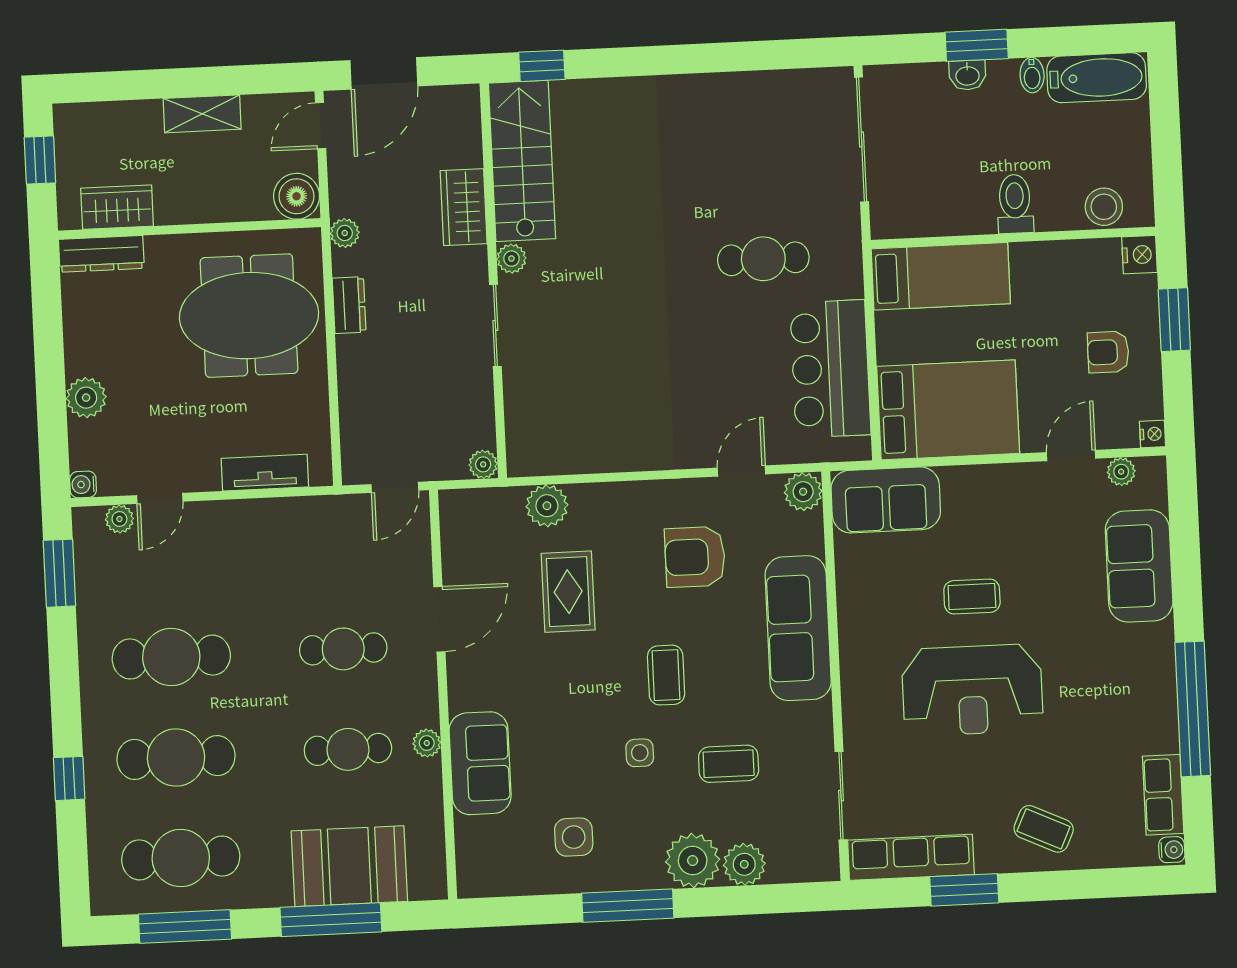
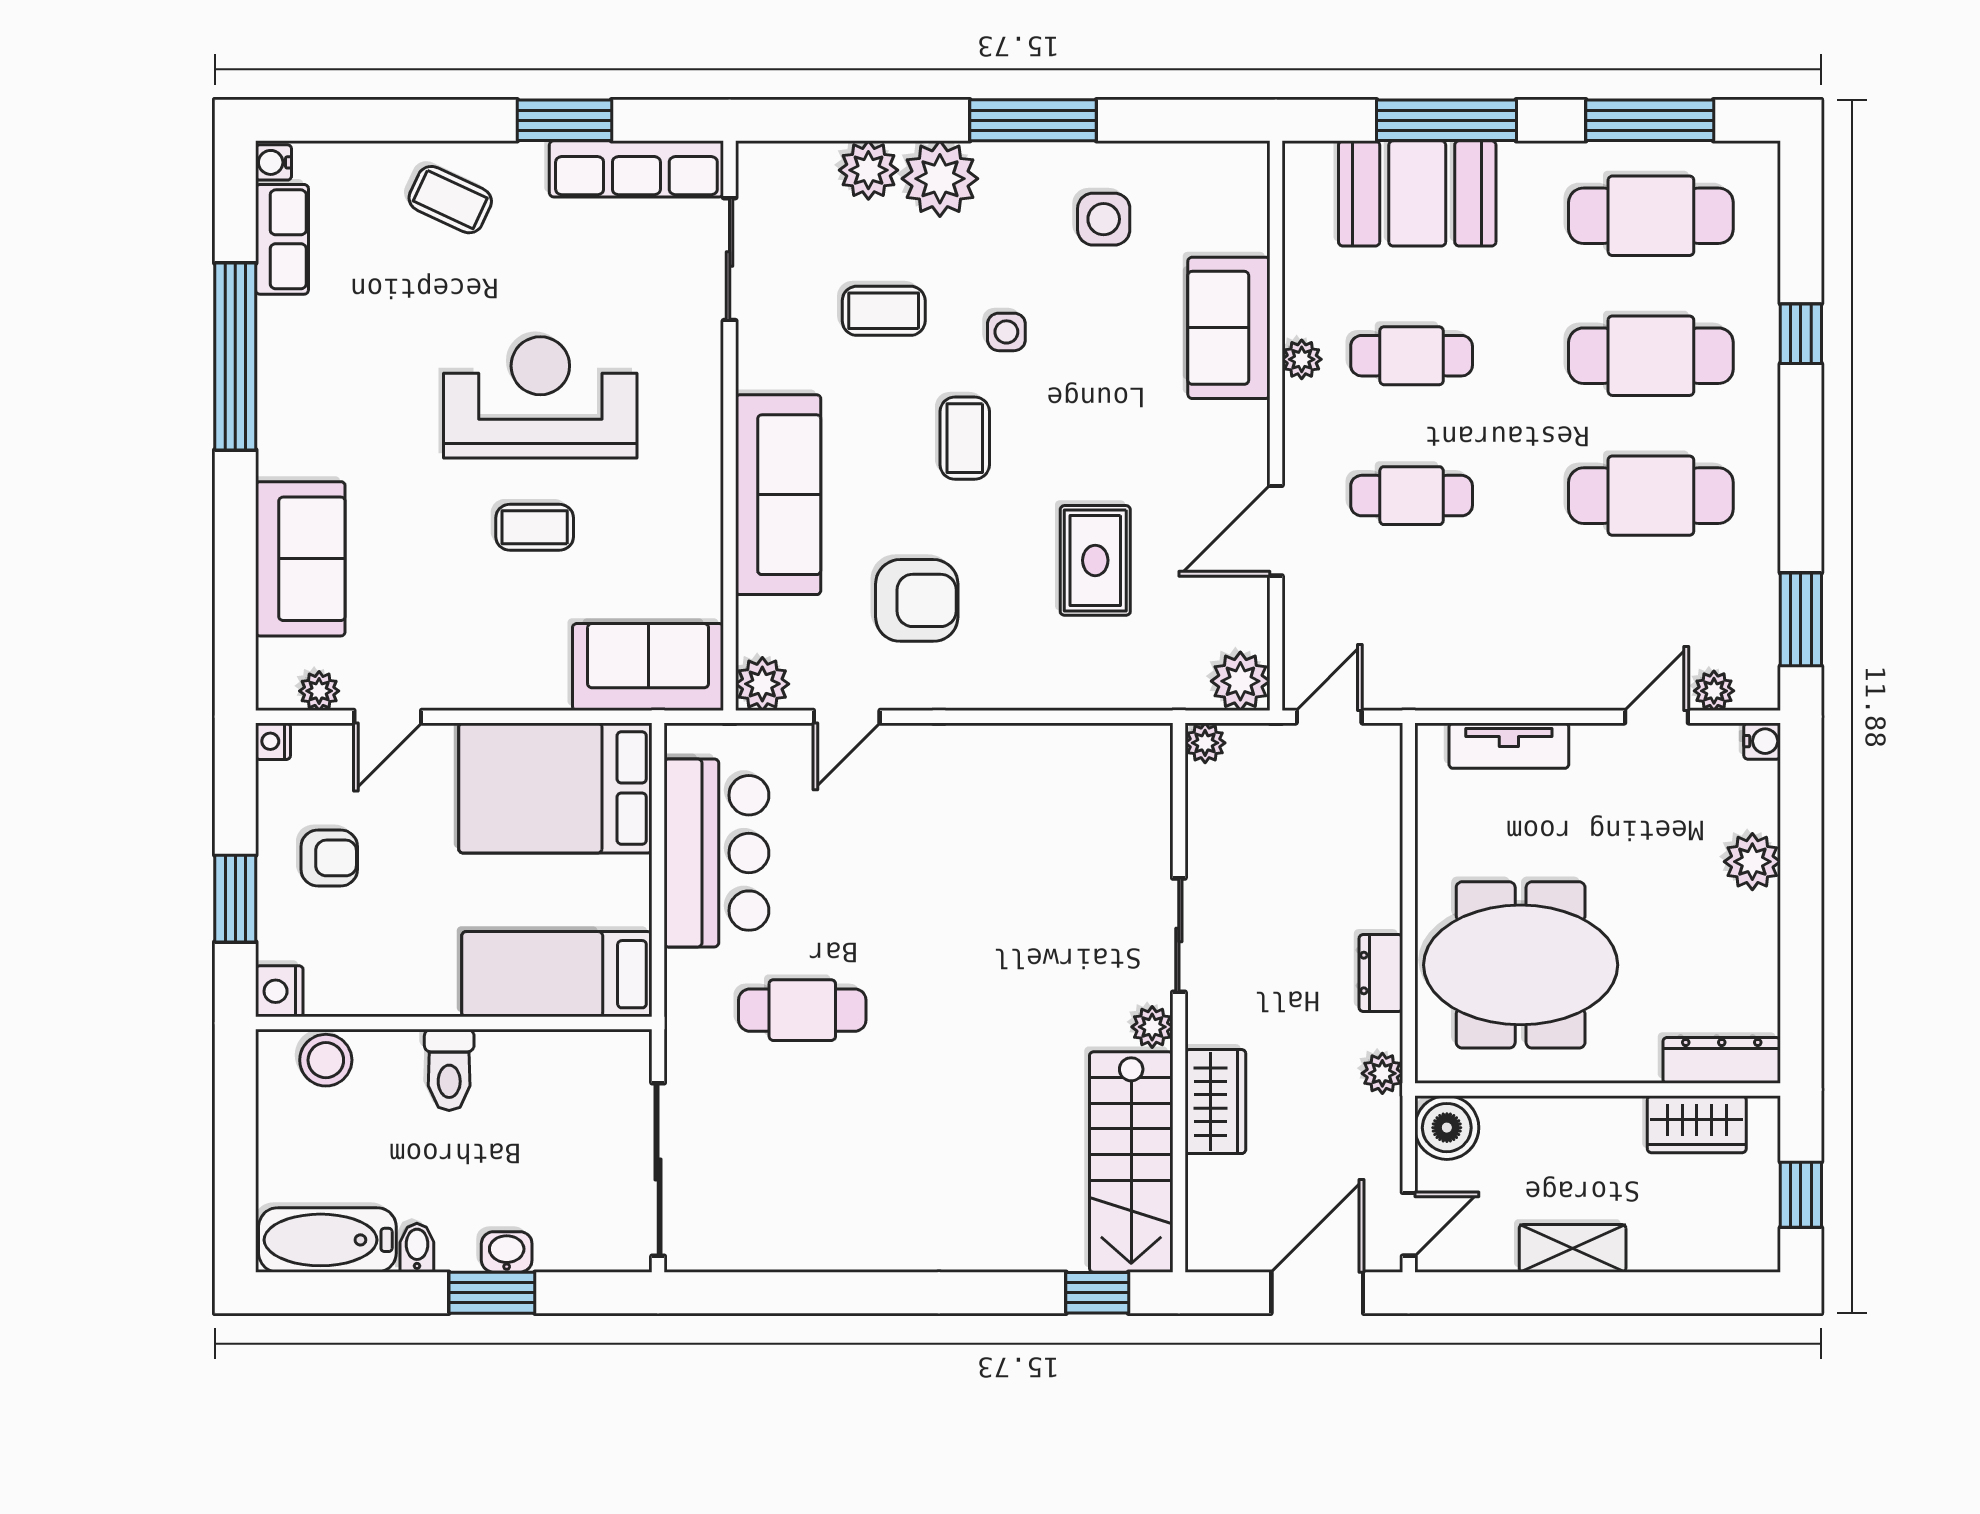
plant: (547, 506) -> (1240, 681), moved

